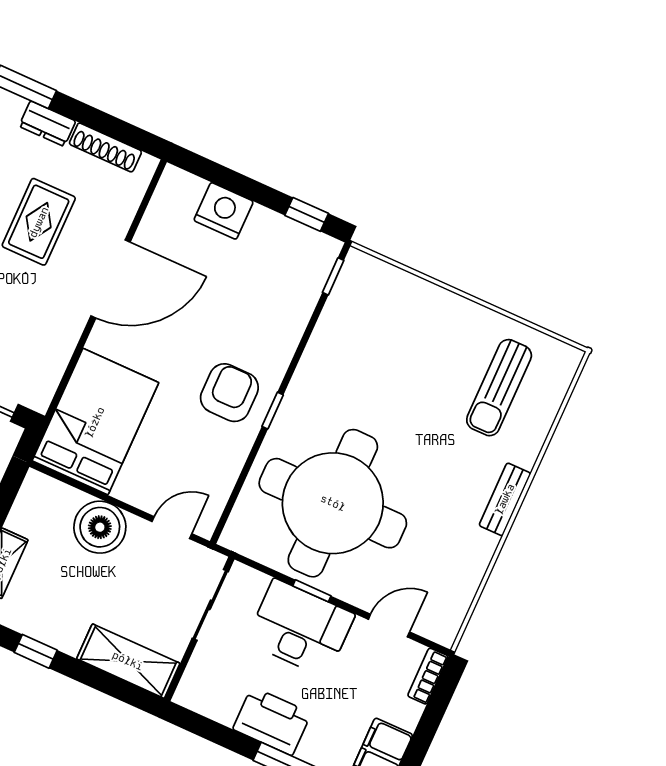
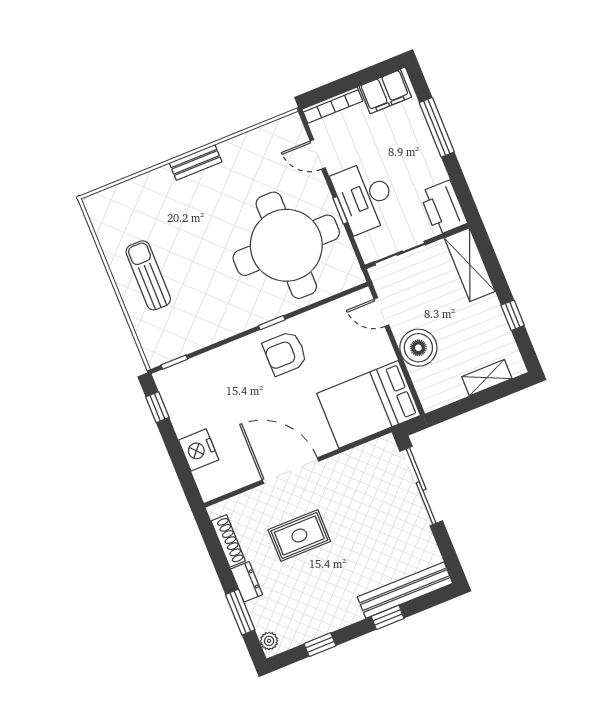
sun lounger: (499, 388) -> (148, 275), moved, turned -90
bookcase: (428, 676) -> (332, 105), width x1.56
printer: (272, 721) -> (443, 208), moved

